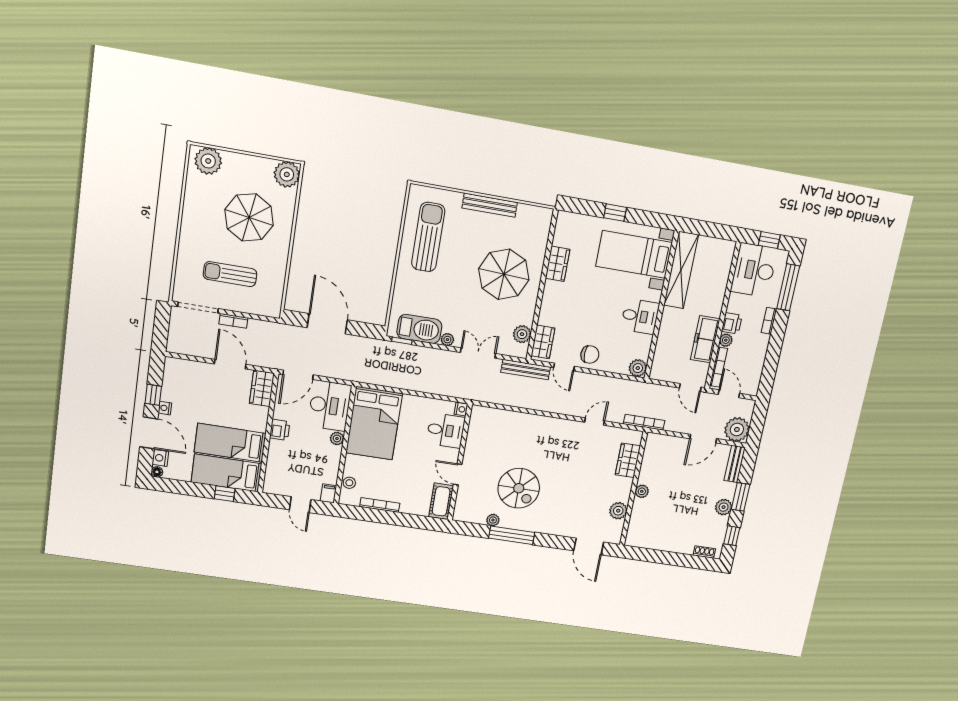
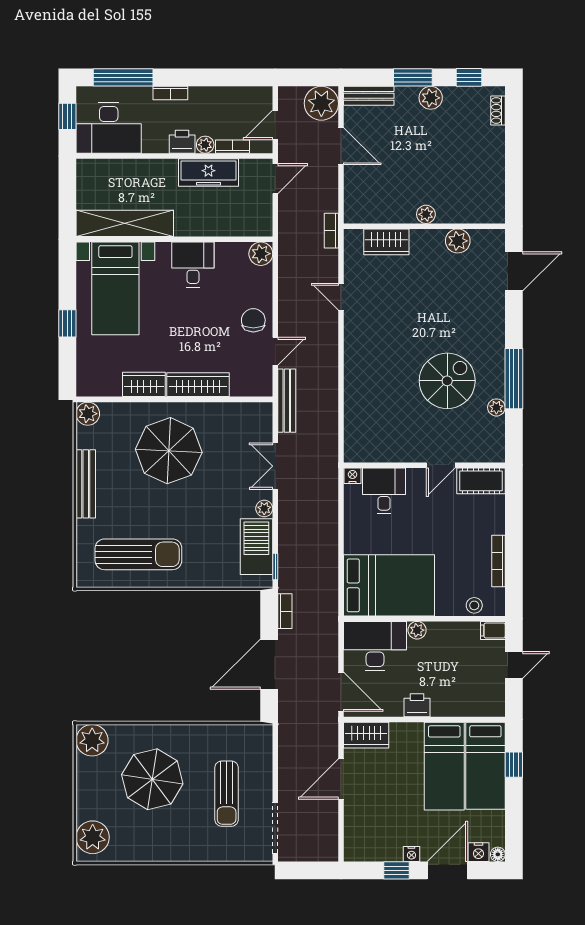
sun lounger: (428, 237) -> (138, 554), turned 180
bookcase: (233, 321) -> (285, 611), moved
plant: (522, 334) -> (88, 414), moved
wardrobe: (543, 342) -> (198, 385), moved, width x1.50
bookcase: (719, 367) -> (233, 147), width x0.64
bookcase: (644, 422) -> (331, 231), width x0.64

